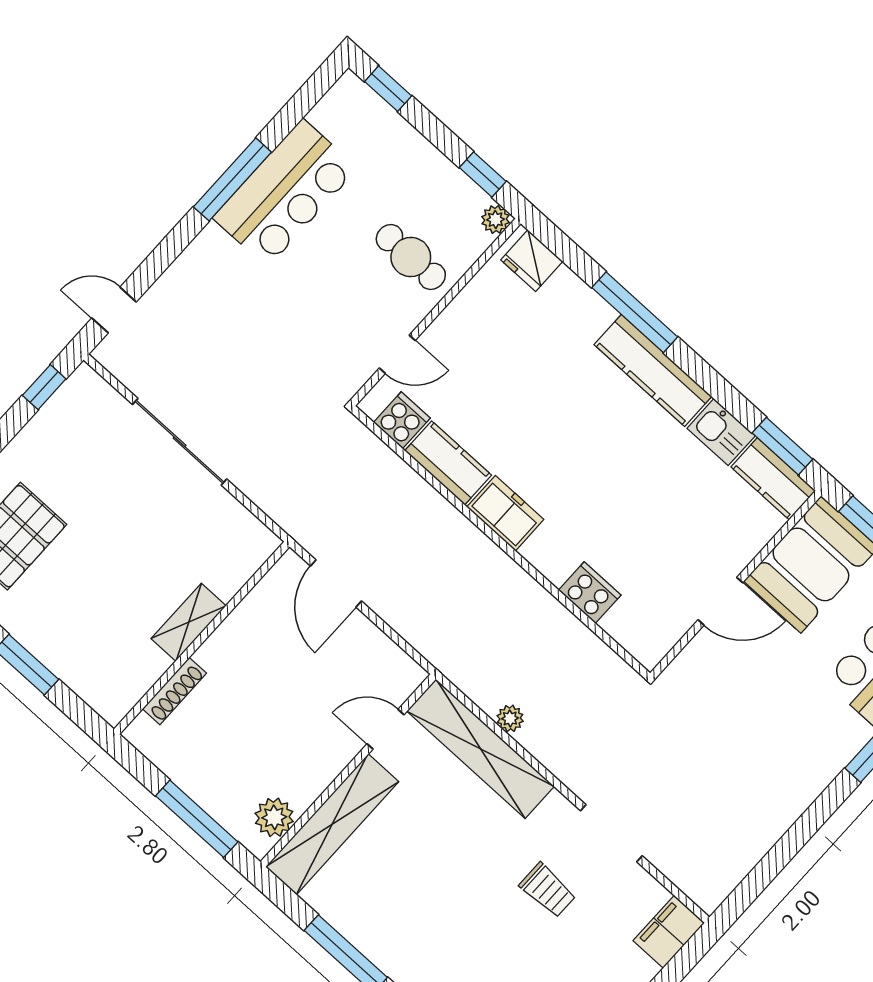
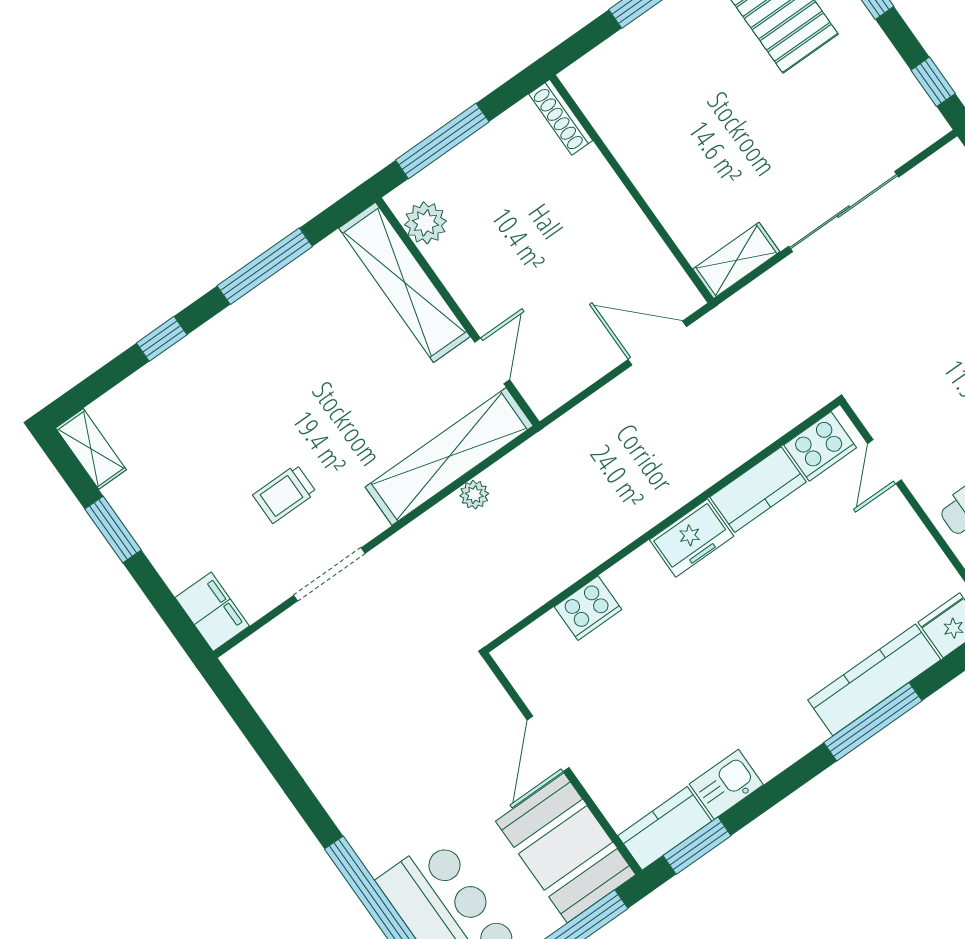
kitchen counter: (653, 371) -> (874, 680), moved
cooker: (402, 420) -> (820, 446), width x1.36
shelving: (189, 622) -> (736, 260), moved, turned 90
shoe rack: (174, 691) -> (561, 117), moved

